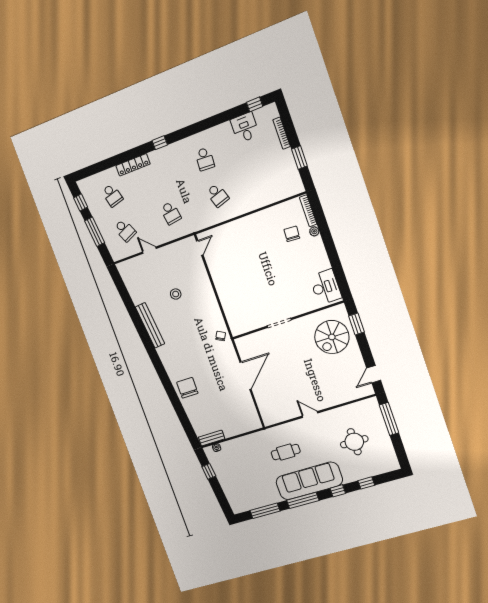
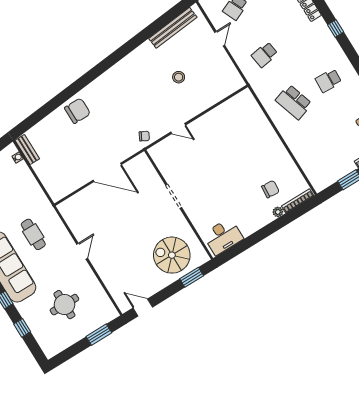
school desk: (218, 195) -> (294, 102), width x1.85
door: (200, 248) -> (178, 129), moved
bench: (150, 325) -> (173, 28), moved
window: (389, 419) -> (99, 335), width x0.69

